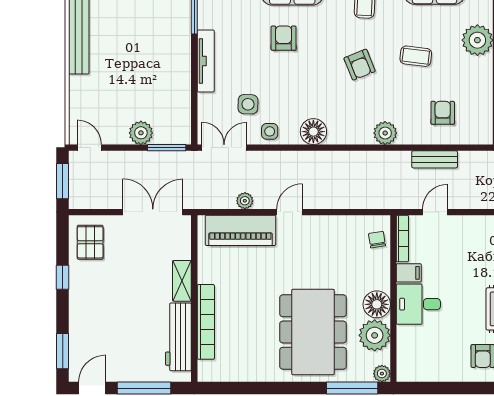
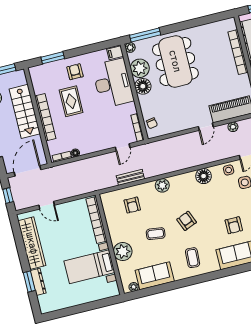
filing cabinet: (409, 273) -> (115, 53), moved
desk: (418, 304) -> (113, 83), width x1.87, depth x1.30

